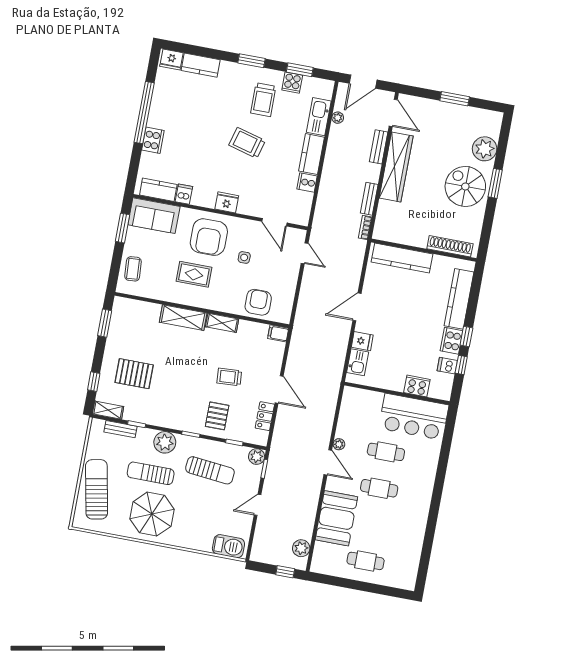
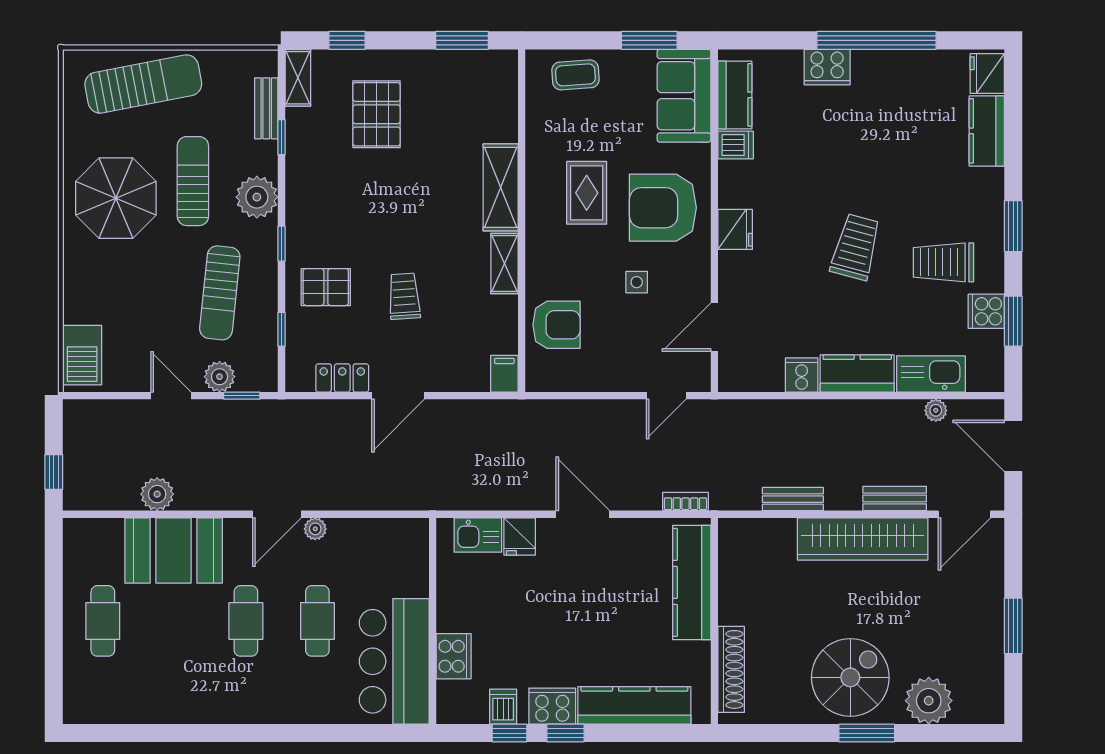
bookcase: (365, 227) -> (685, 502), moved
plant: (257, 457) -> (220, 377), moved
plant: (301, 548) -> (157, 494), moved

